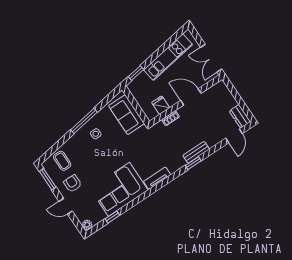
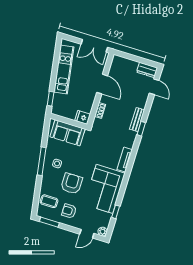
door: (191, 97) -> (102, 84), swing flipped
fridge: (161, 105) -> (83, 117), moved
armchair: (94, 161) -> (72, 184), added
door: (66, 206) -> (87, 234), moved

